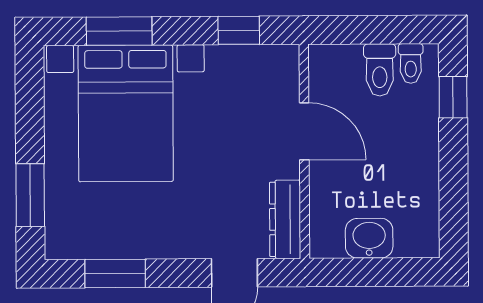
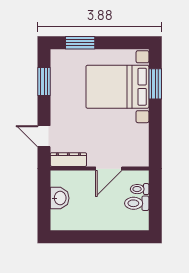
window: (239, 30) -> (155, 139), removed
toilet: (411, 63) -> (140, 189), moved
window: (453, 97) -> (124, 237), removed

